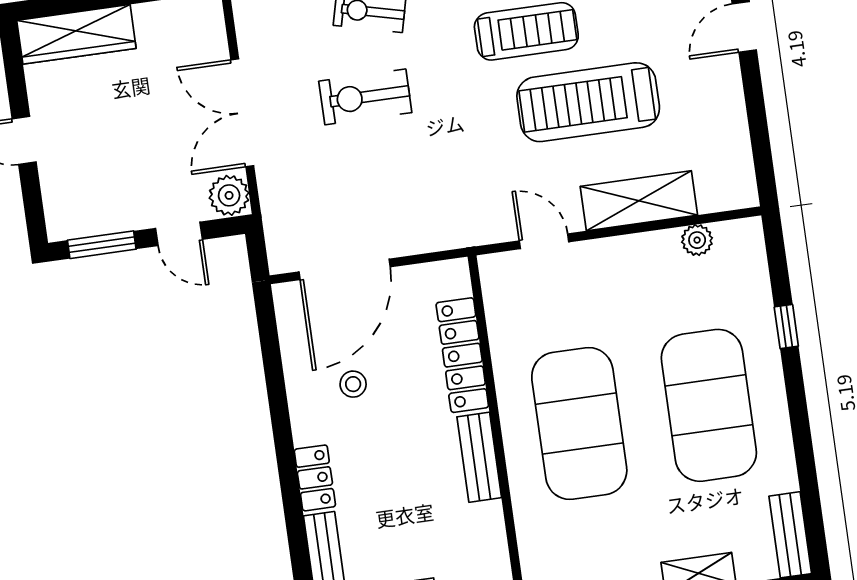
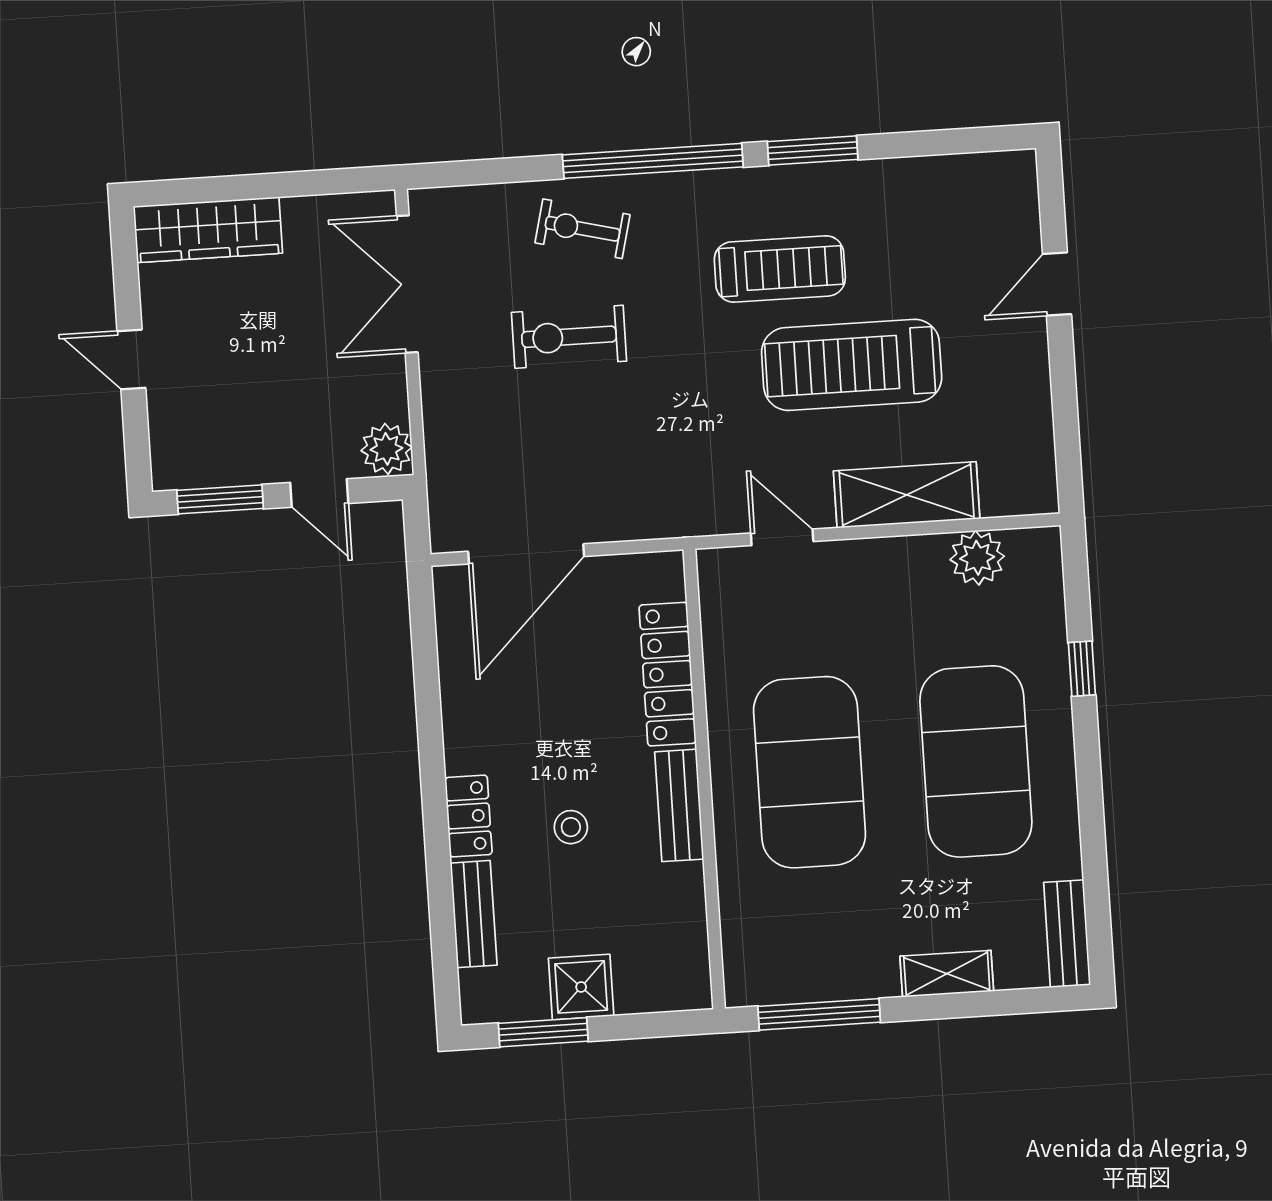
double door: (242, 113) -> (407, 284), moved
plant: (697, 240) -> (977, 558), width x1.38, depth x1.38
stool: (353, 384) -> (571, 827), moved

